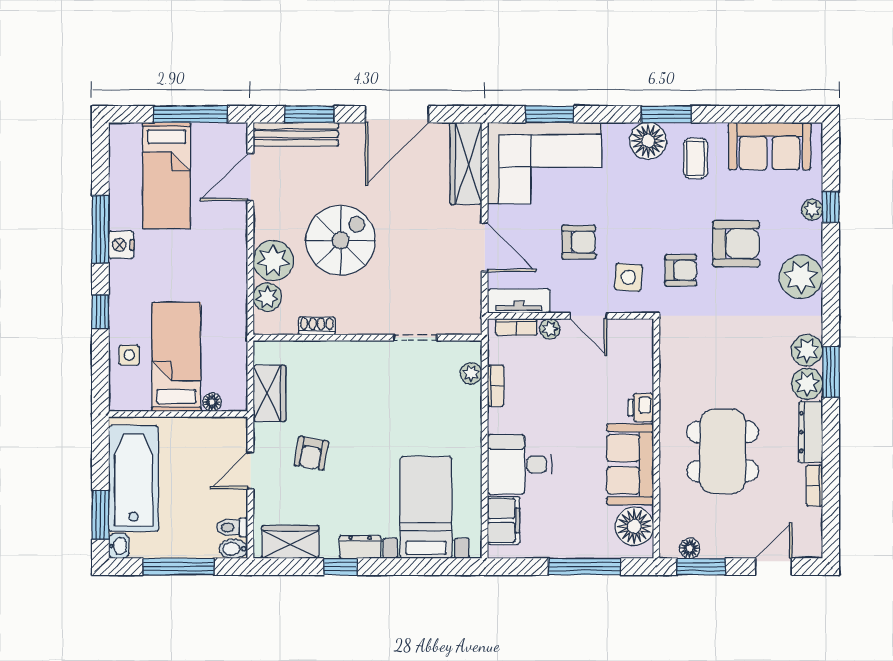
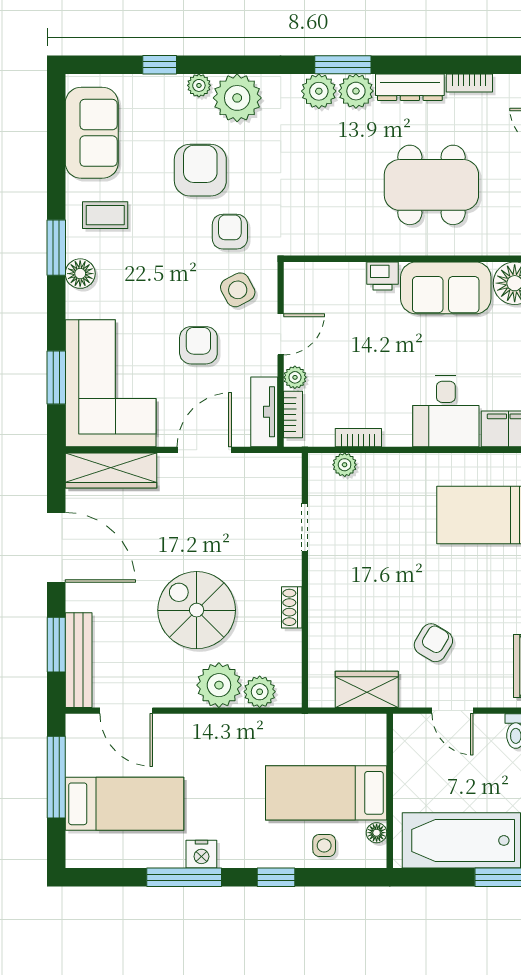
floor lamp: (648, 141) -> (80, 274), width x0.73, depth x0.73
plant: (812, 210) -> (199, 85), moved
side table: (628, 277) -> (238, 290), turned -33
shoe rack: (317, 326) -> (292, 607), moved
floor lamp: (212, 402) -> (377, 833), moved
armchair: (311, 453) -> (433, 643), turned -69

